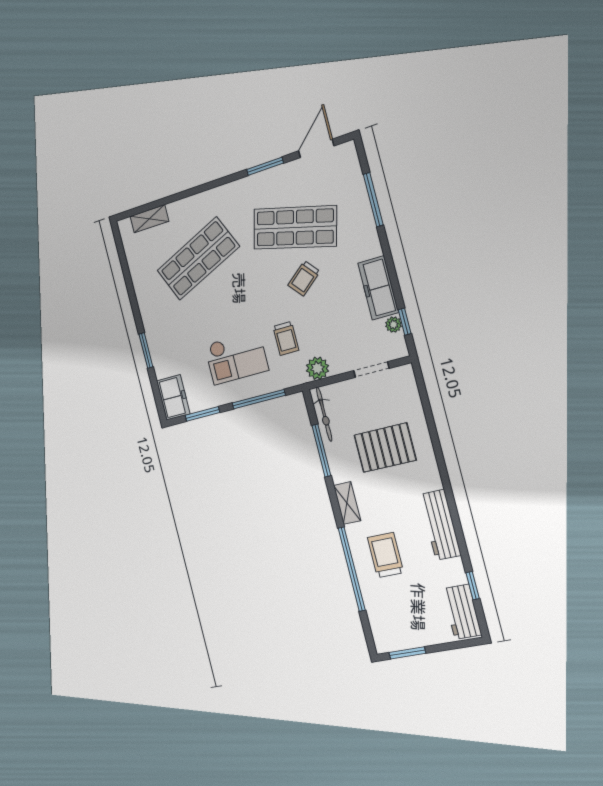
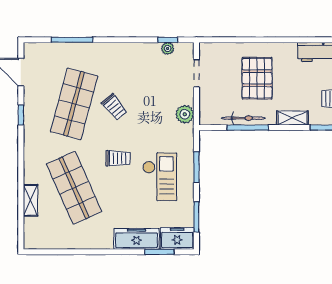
window: (265, 166) -> (21, 115), width x0.67
shelving: (149, 219) -> (31, 200), moved
freezer: (378, 288) -> (136, 239), moved, turned 180
trolley: (286, 338) -> (118, 158), moved
window: (146, 350) -> (159, 252), moved
window: (259, 399) -> (196, 167), width x0.69
bicycle: (324, 414) -> (243, 118), moved

